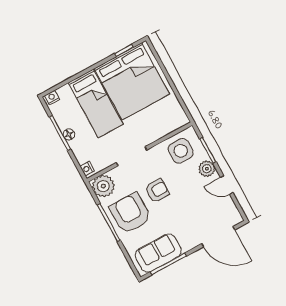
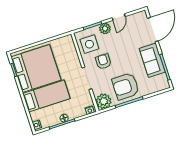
armchair: (157, 191) -> (103, 62), moved
sofa: (158, 253) -> (152, 60), moved

